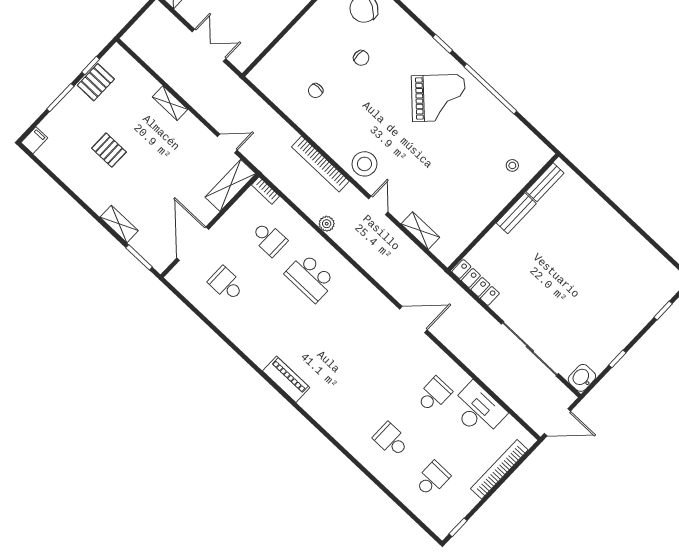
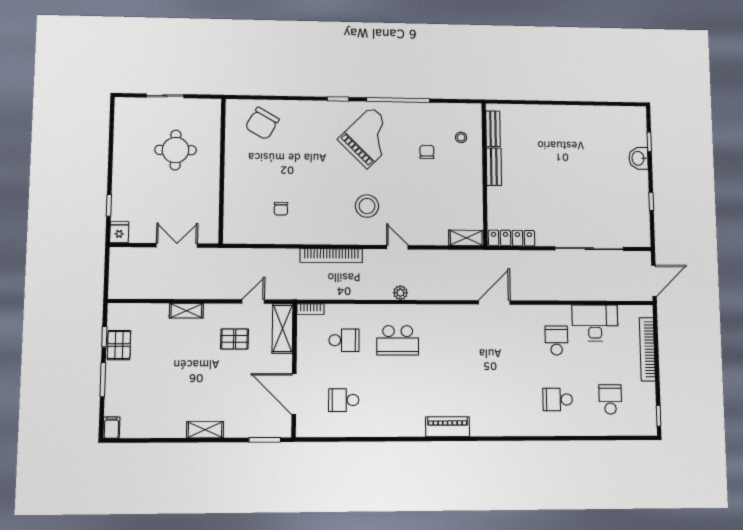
chair: (361, 58) -> (427, 152), moved, turned -90
pallet: (109, 150) -> (235, 339), moved
stool: (364, 164) -> (367, 206), moved
shelving: (119, 224) -> (205, 430), moved
plant: (327, 224) -> (400, 293), moved
shelving: (420, 231) -> (466, 238), moved
washbasin: (582, 378) -> (639, 158), moved

